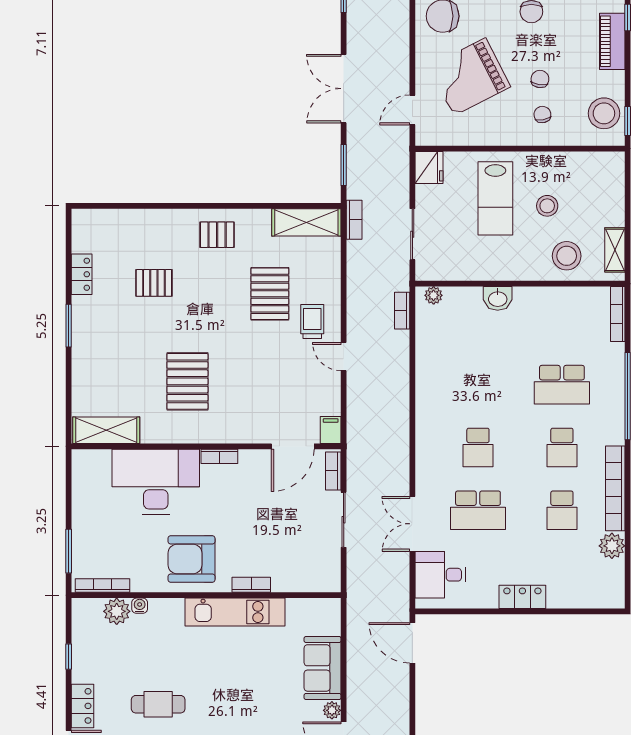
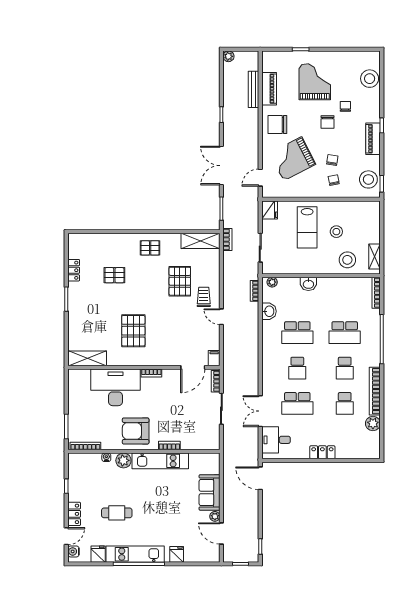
washbasin: (428, 347) -> (269, 311), added
school desk: (478, 385) -> (297, 333), added
plant: (117, 611) -> (123, 460), moved

